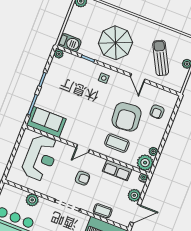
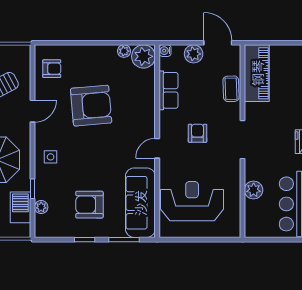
barbecue: (70, 43) -> (20, 207), moved
plant: (59, 54) -> (41, 207), moved
armchair: (64, 91) -> (89, 205), added
armchair: (157, 112) -> (52, 69), moved
sofa: (46, 122) -> (140, 203), width x1.36
coffee table: (117, 143) -> (132, 105), removed
door: (83, 149) -> (157, 148), swing flipped

